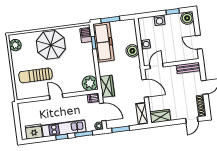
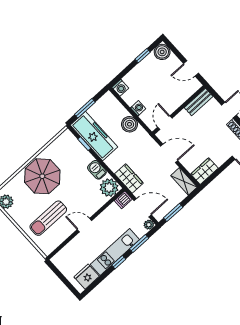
washing machine: (159, 20) -> (120, 88), moved
barbecue: (86, 35) -> (97, 170), moved

